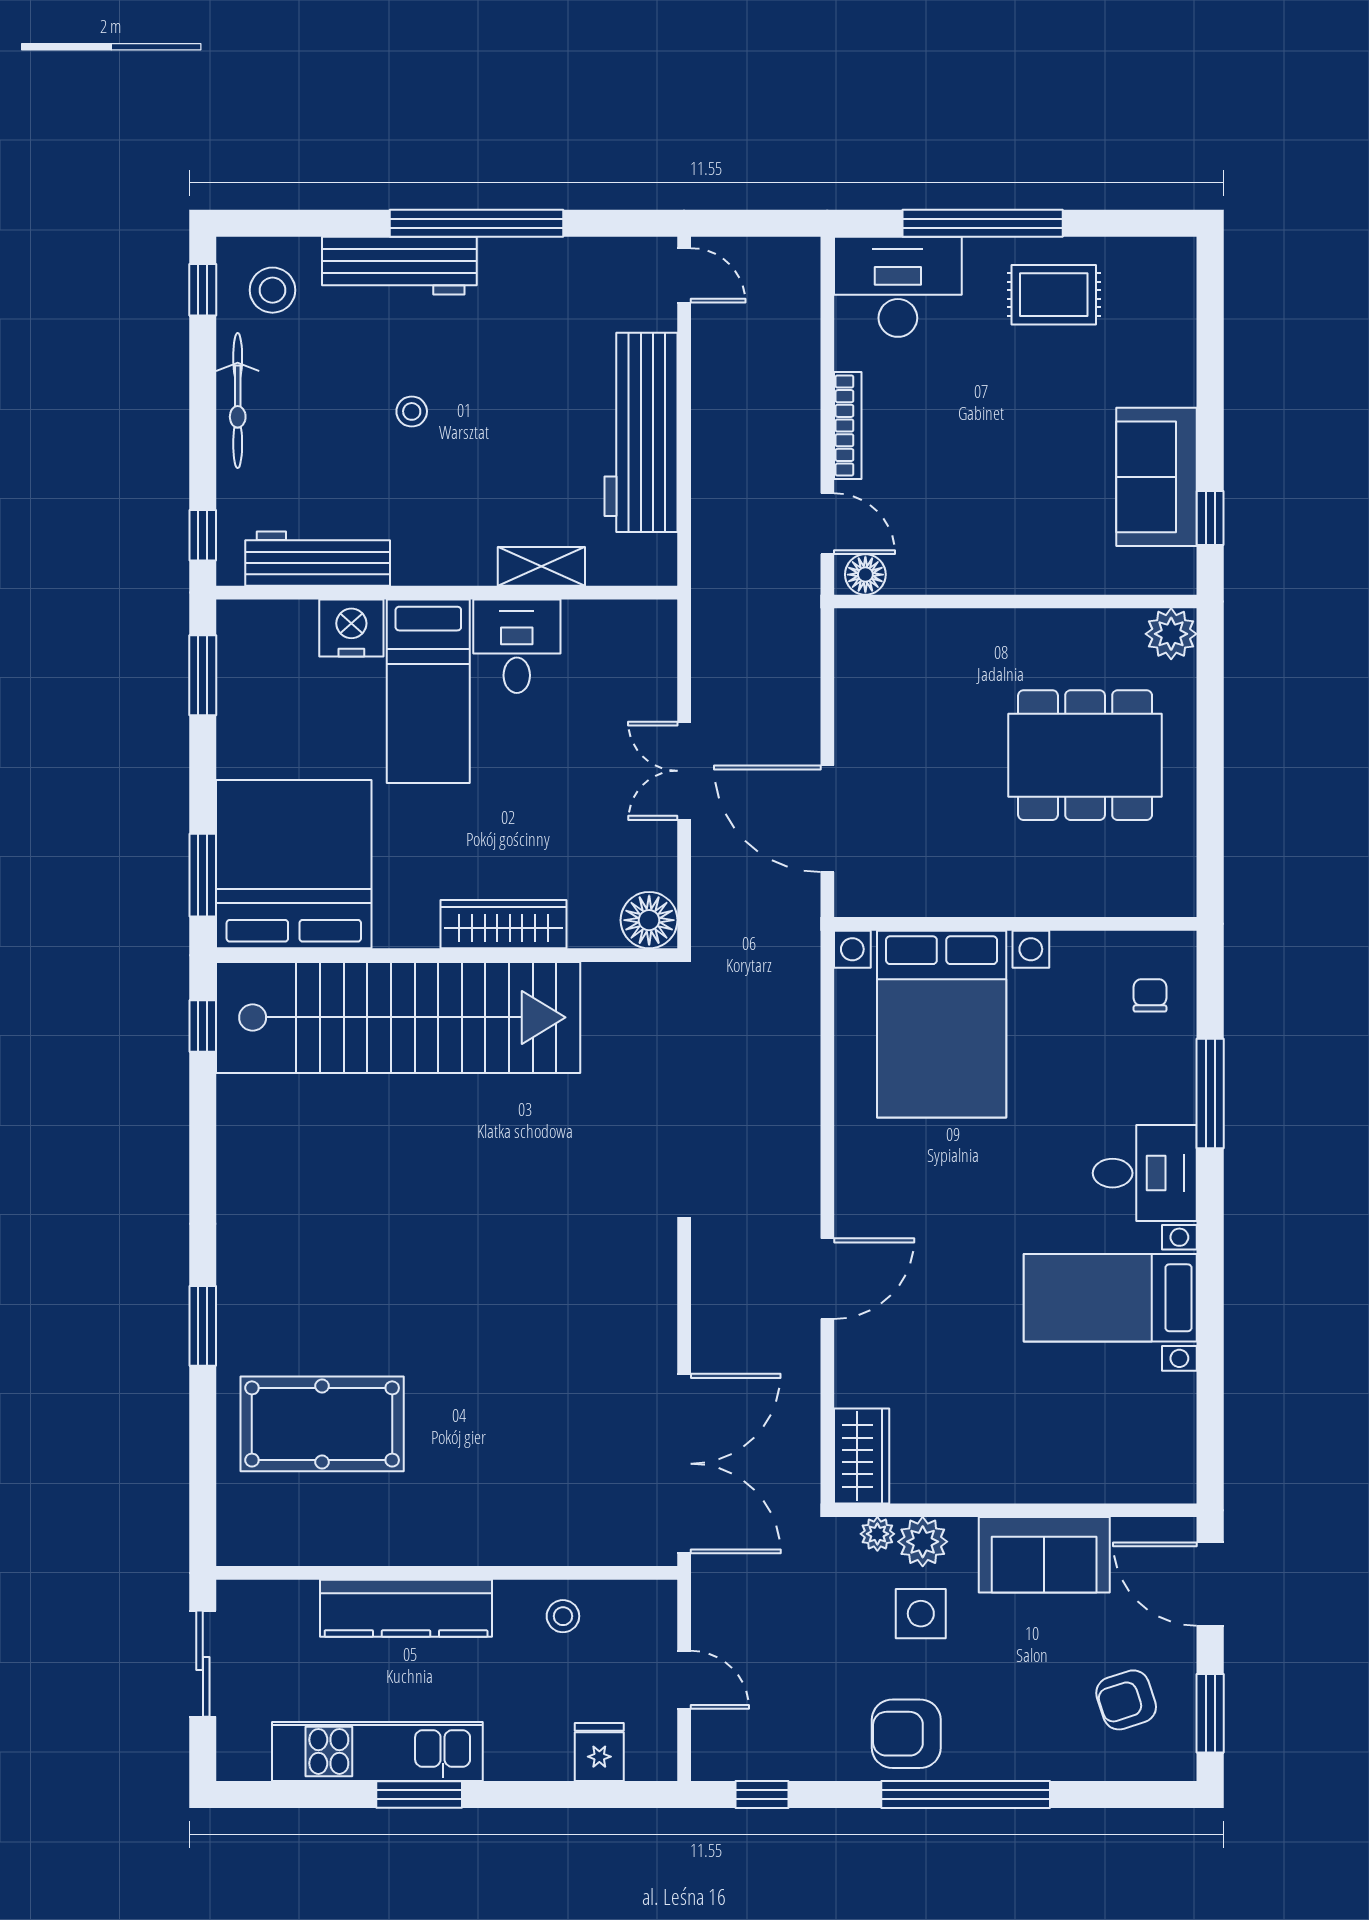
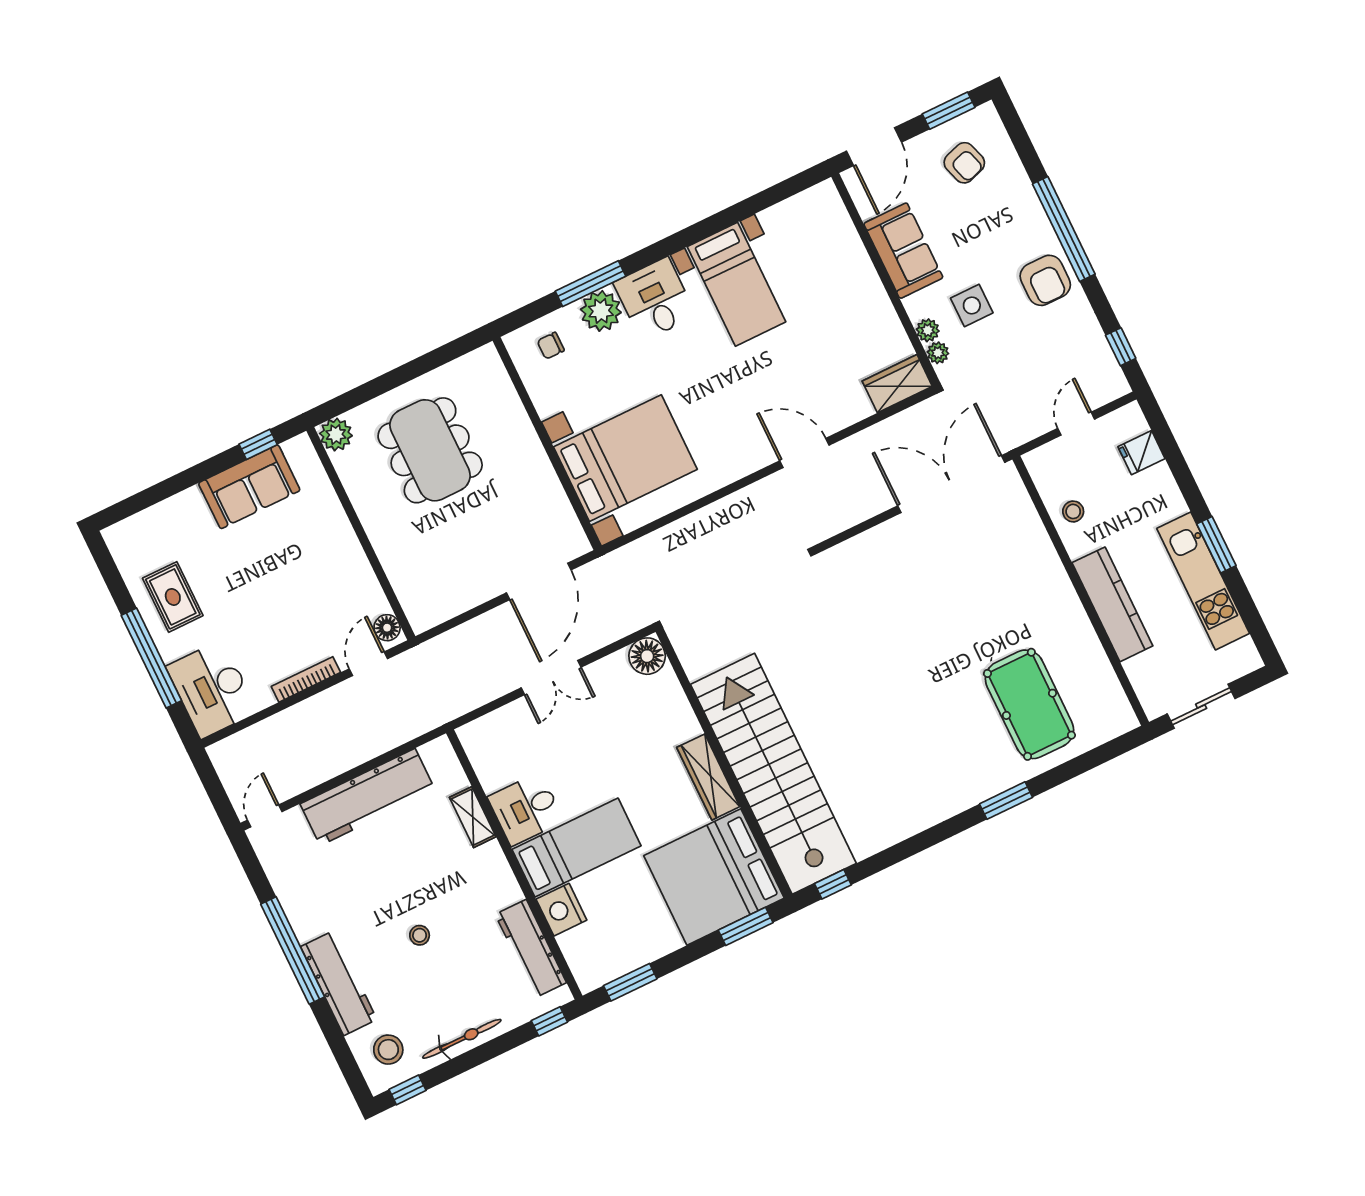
wardrobe: (503, 924) -> (708, 777), moved
plant: (1165, 1089) -> (601, 311), added
plant: (923, 1542) -> (928, 330), width x0.73, depth x0.73

